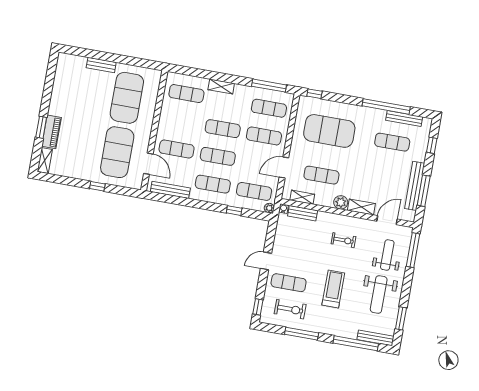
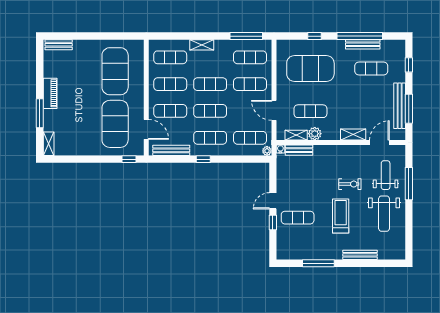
bench: (101, 65) -> (59, 45), moved
window: (314, 94) -> (315, 36), moved
bench: (404, 118) -> (363, 44), moved
exercise mat: (181, 121) -> (170, 84), added
window: (41, 127) -> (40, 113), width x1.44
piano: (51, 132) -> (50, 93), moved
door: (284, 168) -> (274, 110), hinge flipped
window: (97, 186) -> (129, 159), moved
plant: (341, 202) -> (315, 134), moved
window: (234, 211) -> (203, 159), moved
exercise bike: (343, 240) -> (350, 184), moved
window: (413, 250) -> (409, 184), moved
window: (258, 307) -> (273, 222), moved
exercise bike: (290, 309) -> (303, 242), removed
window: (401, 318) -> (409, 232), removed
bench: (375, 338) -> (360, 255), moved
window: (356, 343) -> (371, 263), removed

